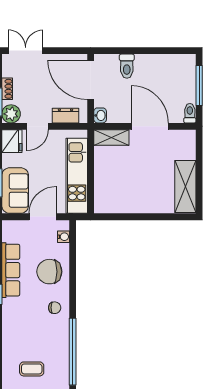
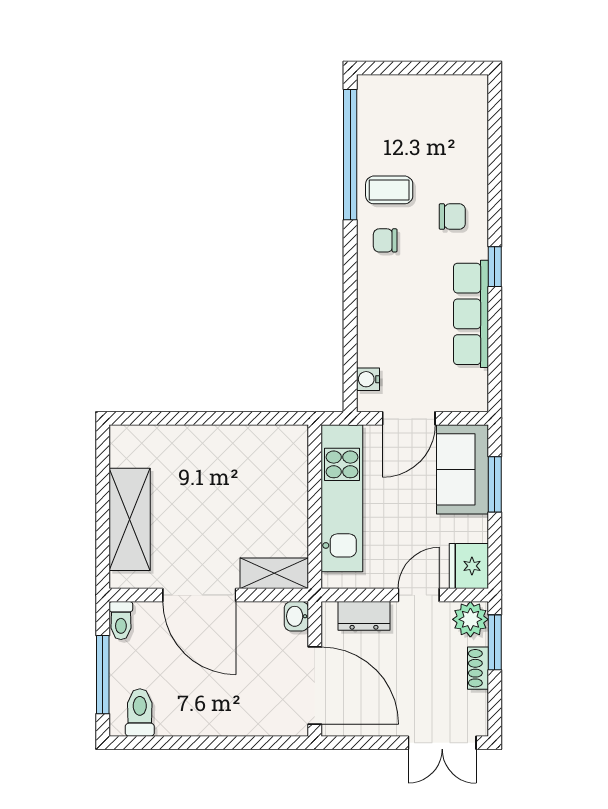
toilet: (127, 66) -> (140, 713), moved
shelving: (185, 186) -> (130, 519), moved
chair: (49, 272) -> (452, 217), moved, width x0.54, depth x0.54
coffee table: (32, 369) -> (389, 190), moved

